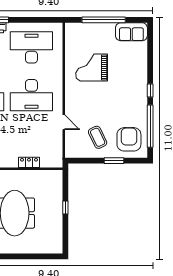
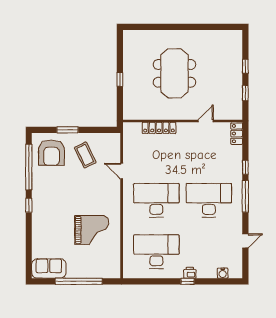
desk: (31, 47) -> (156, 252), turned 180
locker: (29, 162) -> (159, 128), width x1.53

